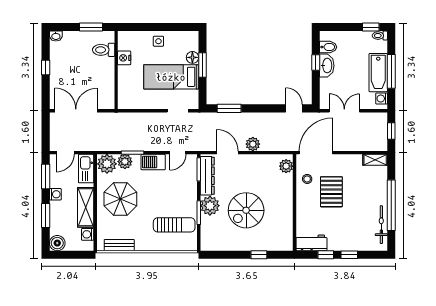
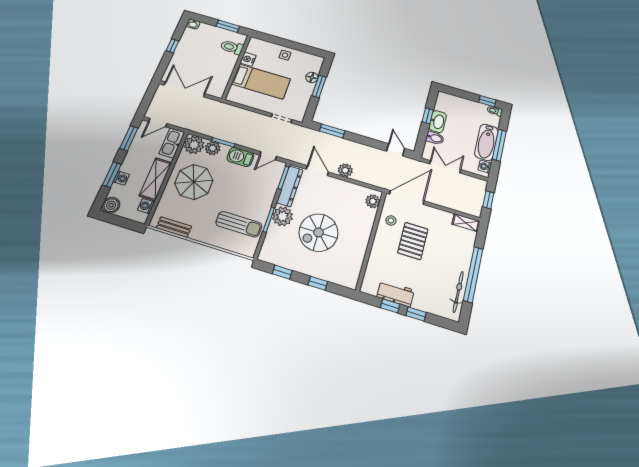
bidet: (328, 47) -> (435, 138), moved
bed: (171, 77) -> (261, 81), moved, turned 180
washing machine: (55, 194) -> (121, 178), moved
workbench: (311, 243) -> (396, 293), moved
window: (226, 255) -> (282, 272), added

